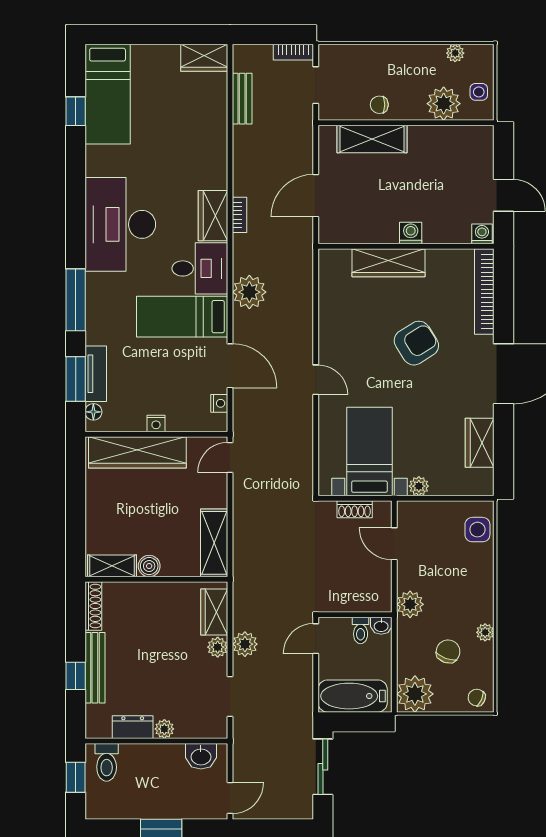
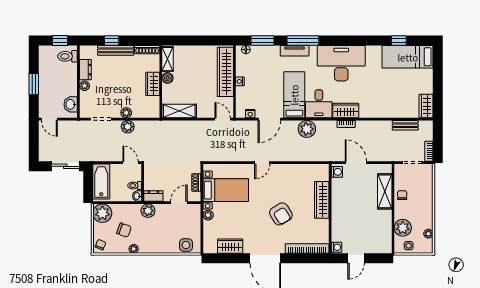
washing machine: (411, 233) -> (337, 172), moved
tv unit: (96, 374) -> (295, 51), moved
dresser: (381, 594) -> (153, 196), added
wardrobe: (214, 612) -> (153, 84), moved, turned -90

